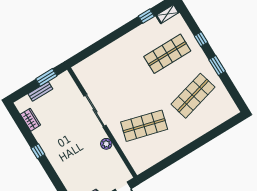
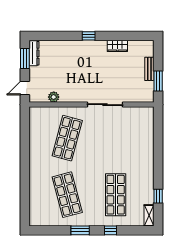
wardrobe: (30, 120) -> (117, 46), moved
plant: (106, 144) -> (54, 97), moved
window: (38, 151) -> (89, 36), moved

